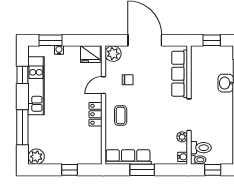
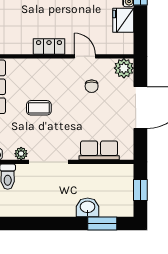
fridge: (90, 54) -> (123, 20), moved
row of seats: (180, 74) -> (99, 150), width x0.68
coffee table: (121, 115) -> (39, 108), moved

